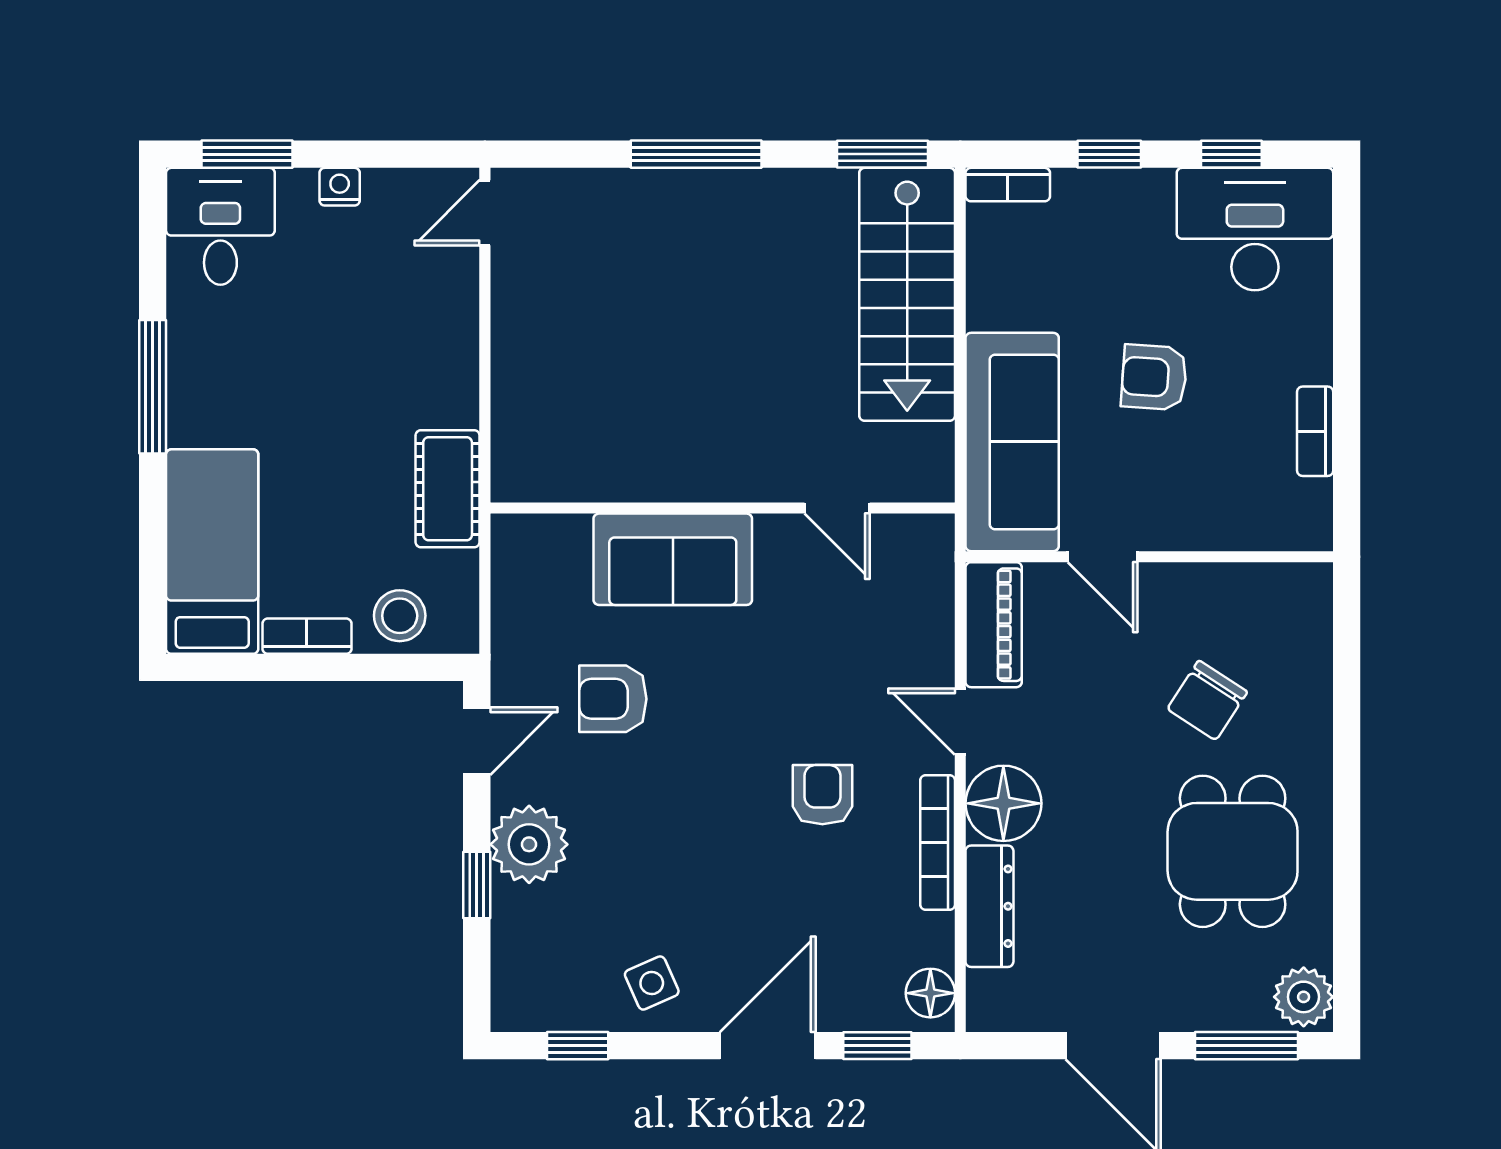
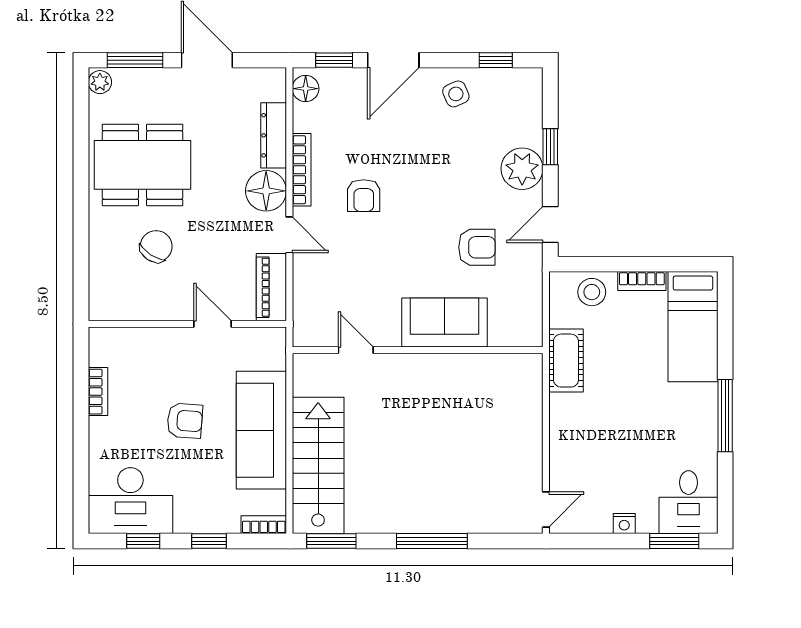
sofa: (1012, 442) -> (261, 430), moved
dining table: (1233, 851) -> (142, 165), width x1.38
plant: (1304, 997) -> (100, 82), width x0.73, depth x0.73

